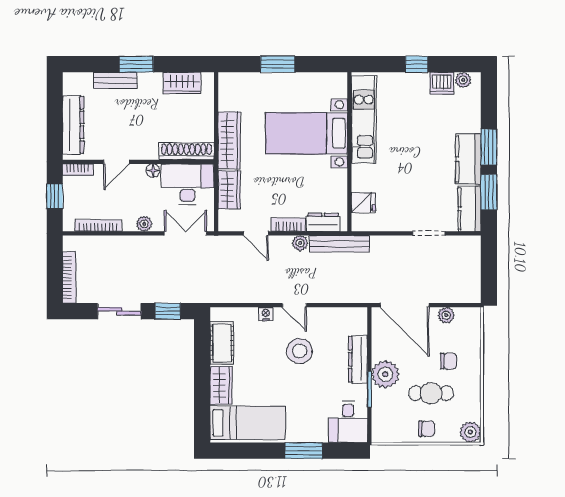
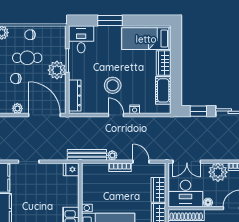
fridge: (363, 203) -> (71, 169), moved
dresser: (323, 222) -> (97, 169), removed
plant: (144, 224) -> (218, 172), width x1.88, depth x1.88
dresser: (358, 359) -> (75, 96), moved

